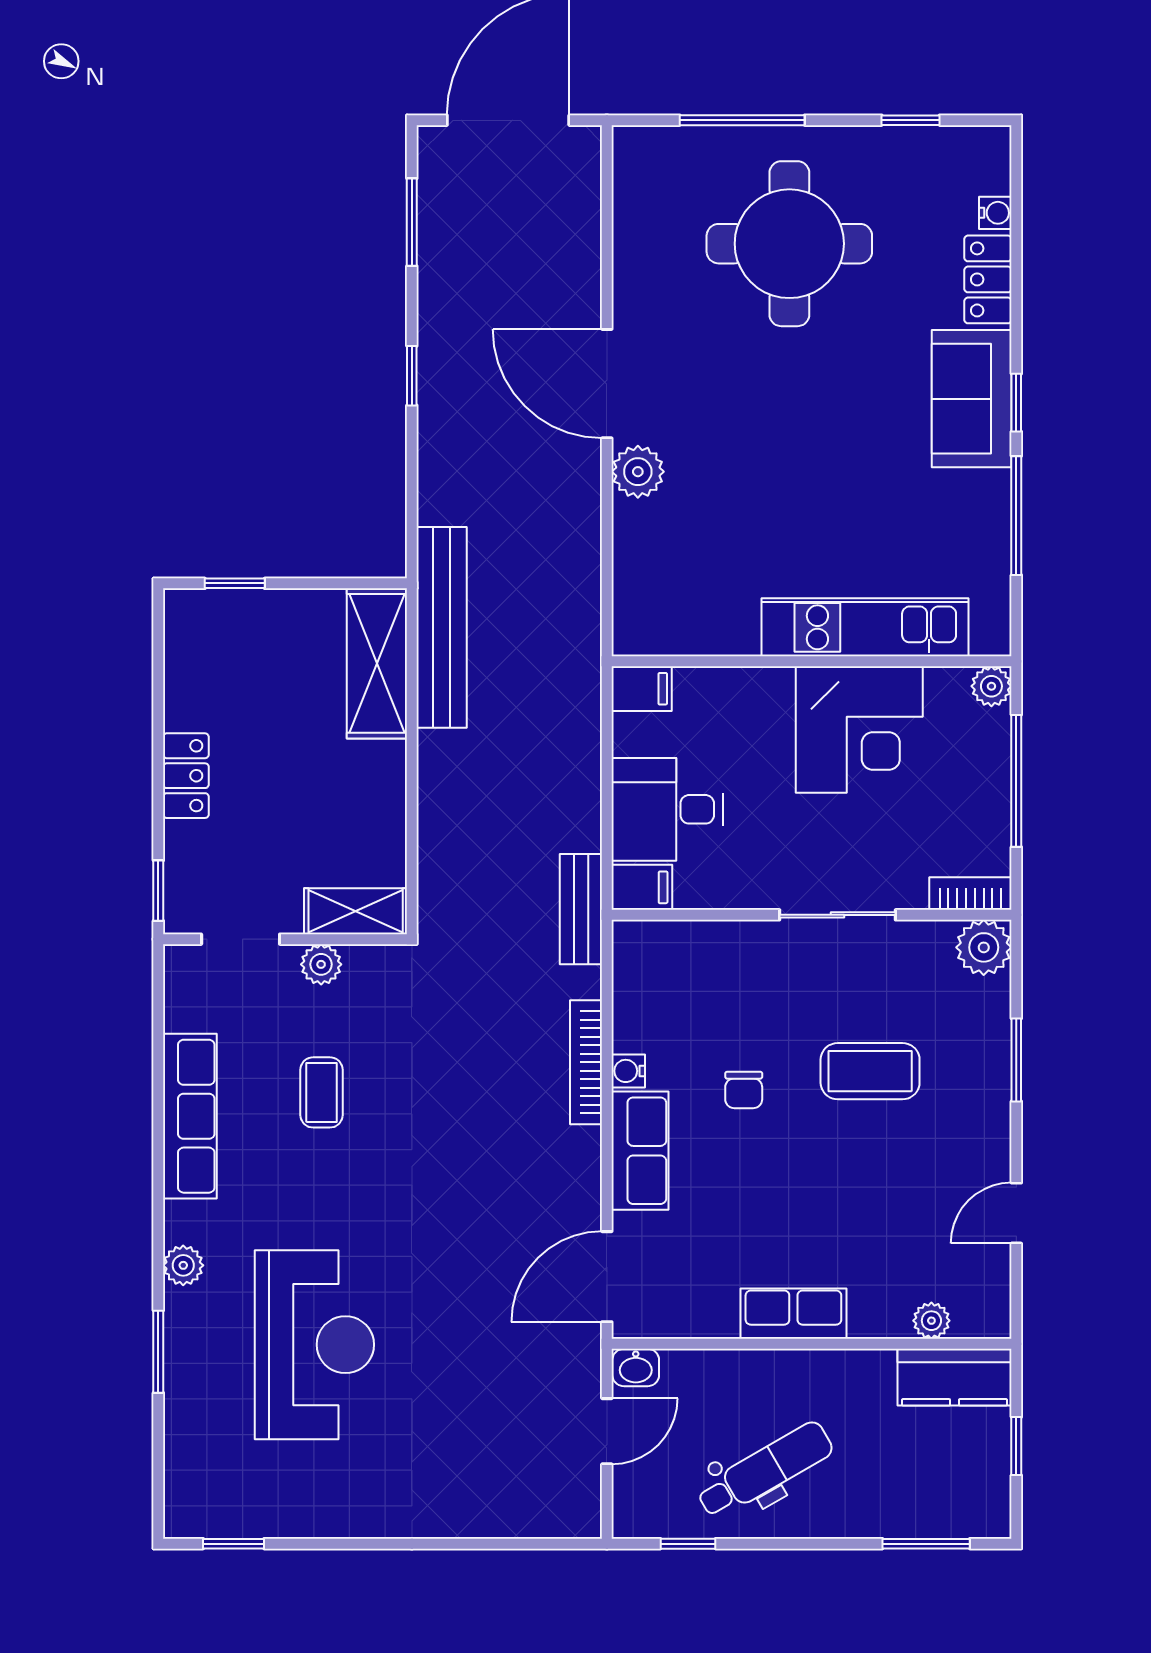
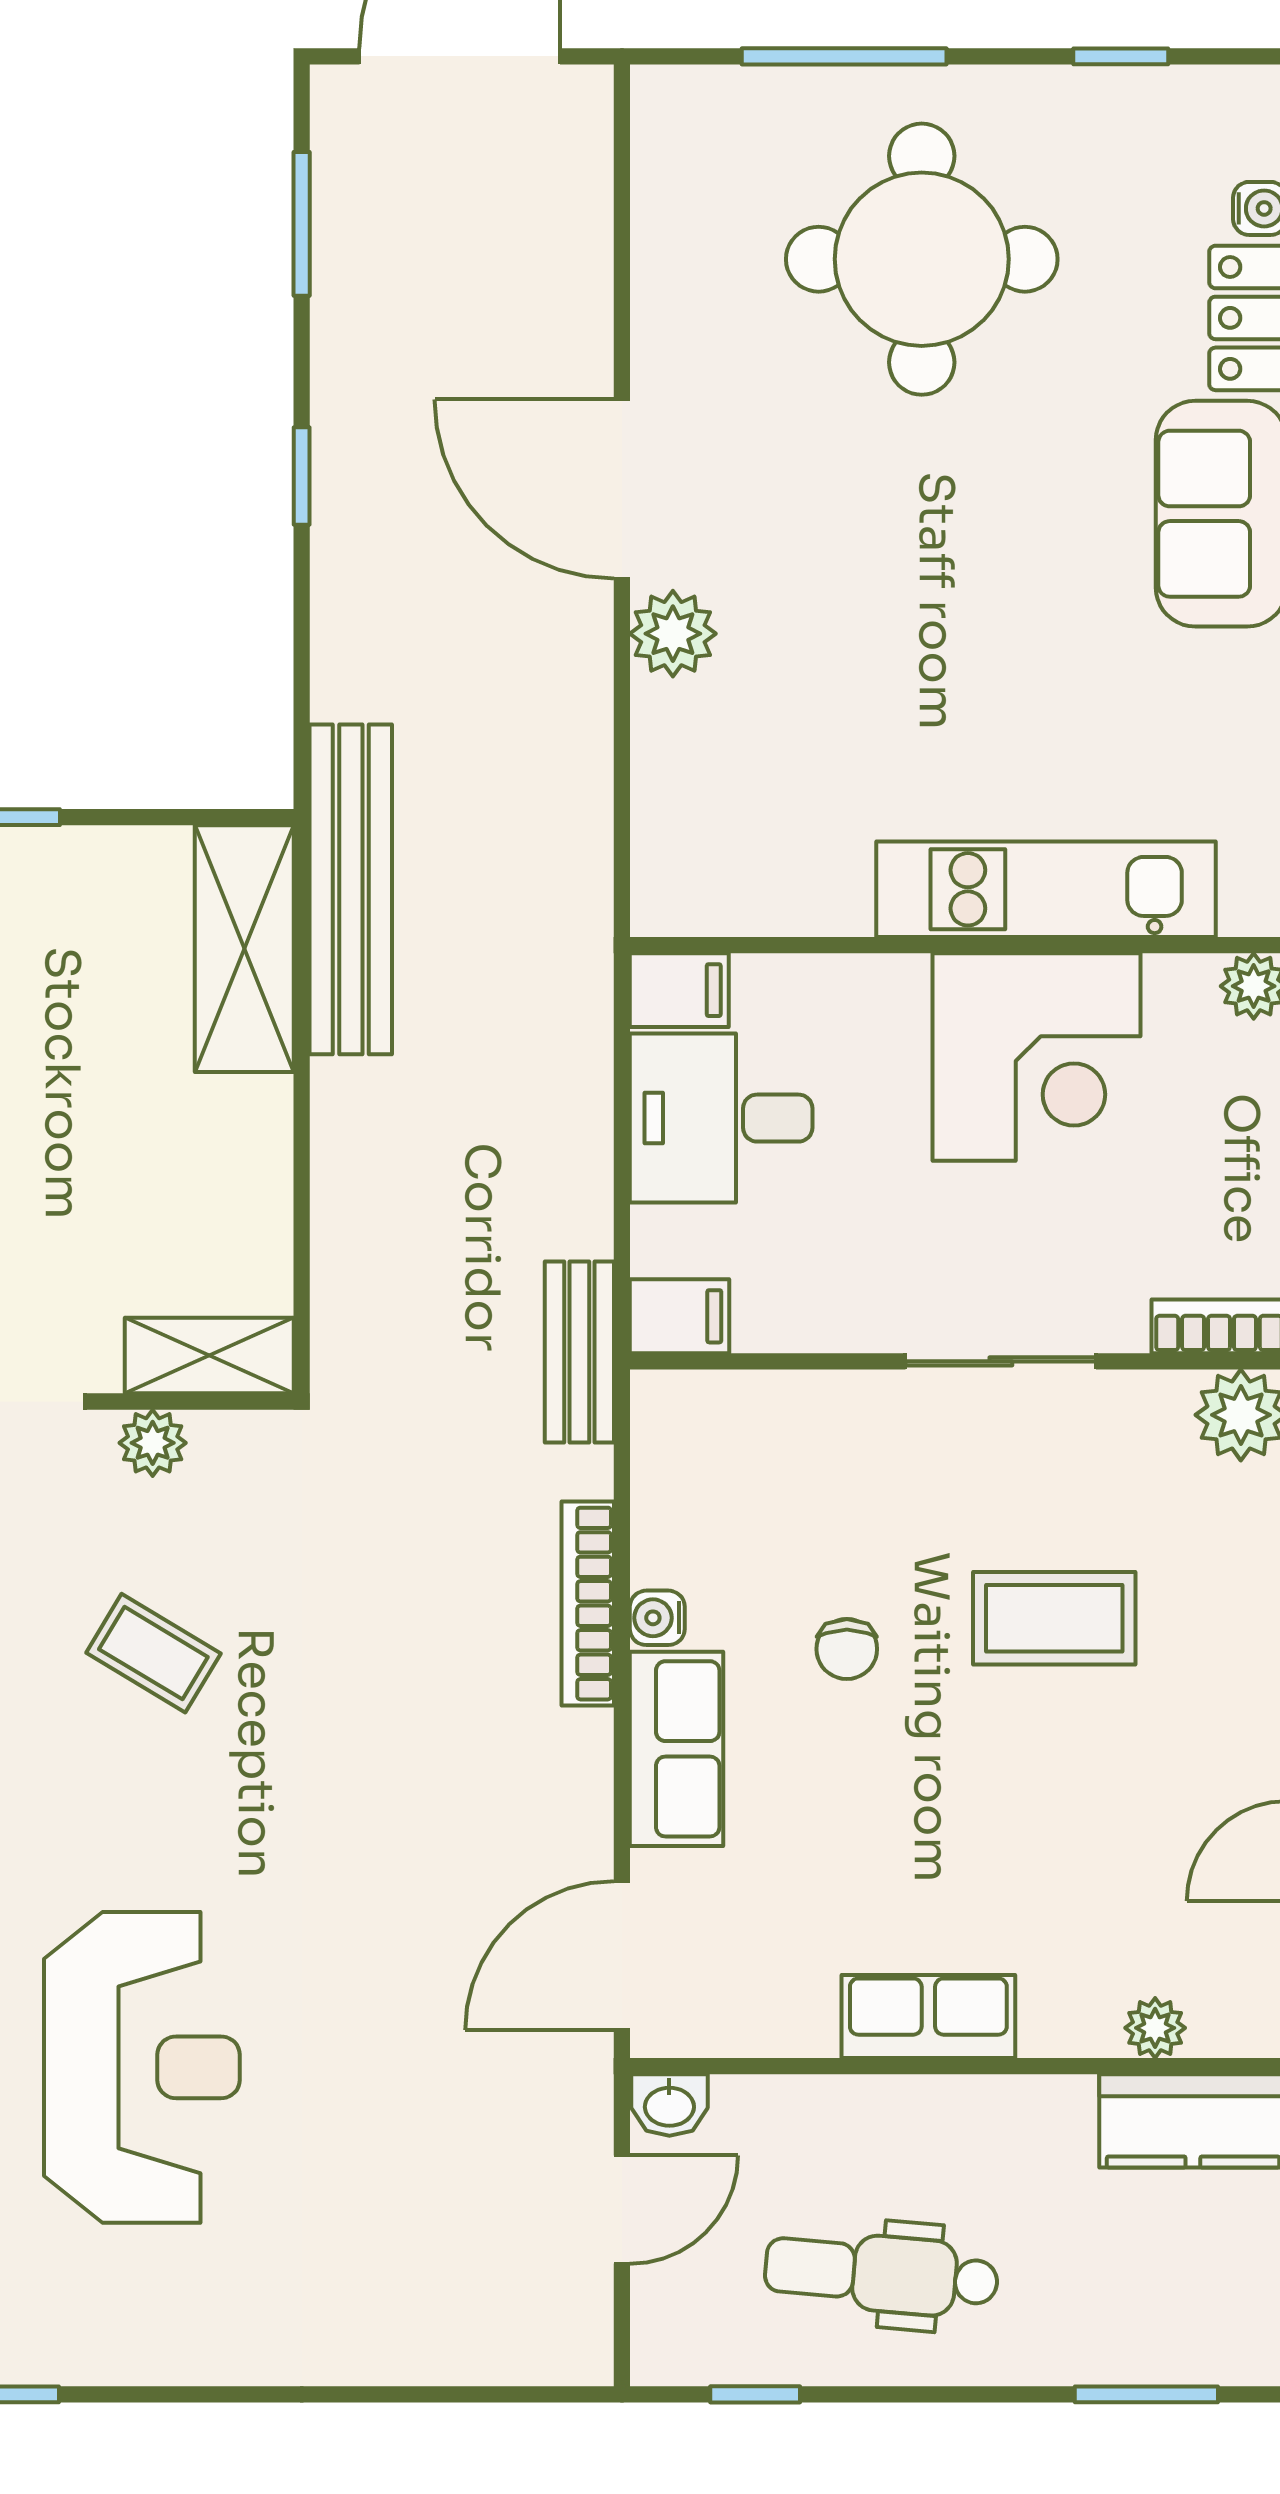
desk: (667, 809) -> (721, 1118), moved
coffee table: (322, 1092) -> (153, 1653), turned -59
dental chair: (765, 1470) -> (881, 2274), turned -145

